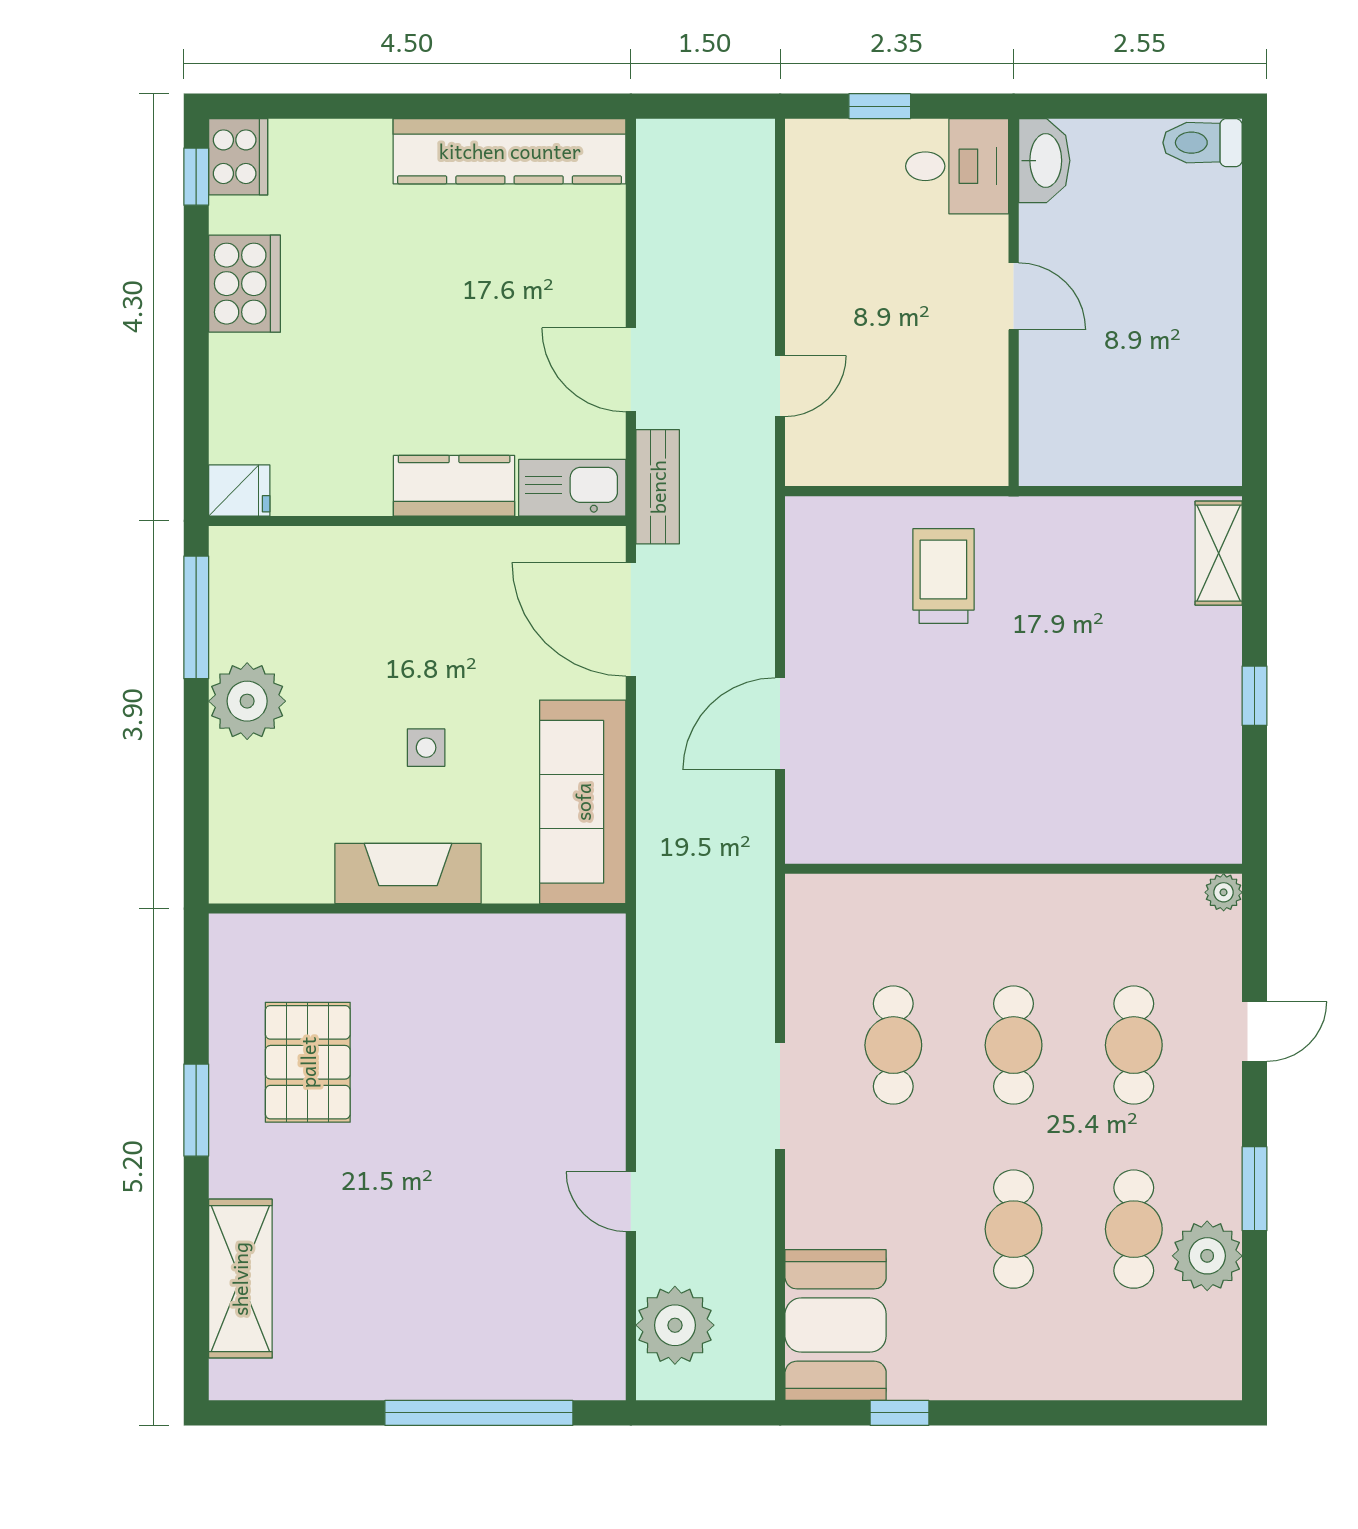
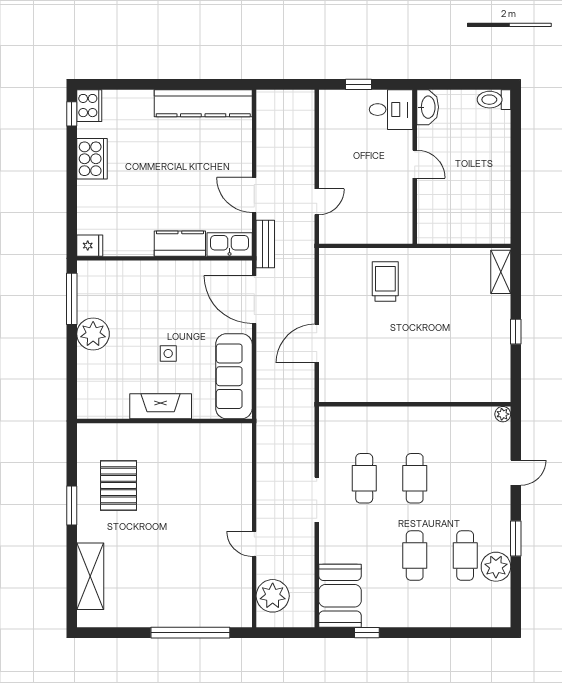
cafe table: (1134, 1045) -> (465, 478), removed

